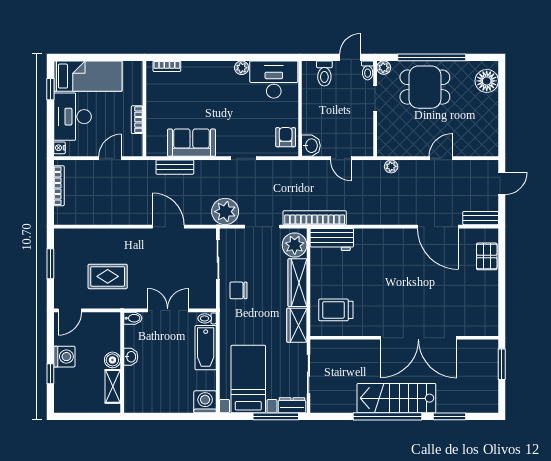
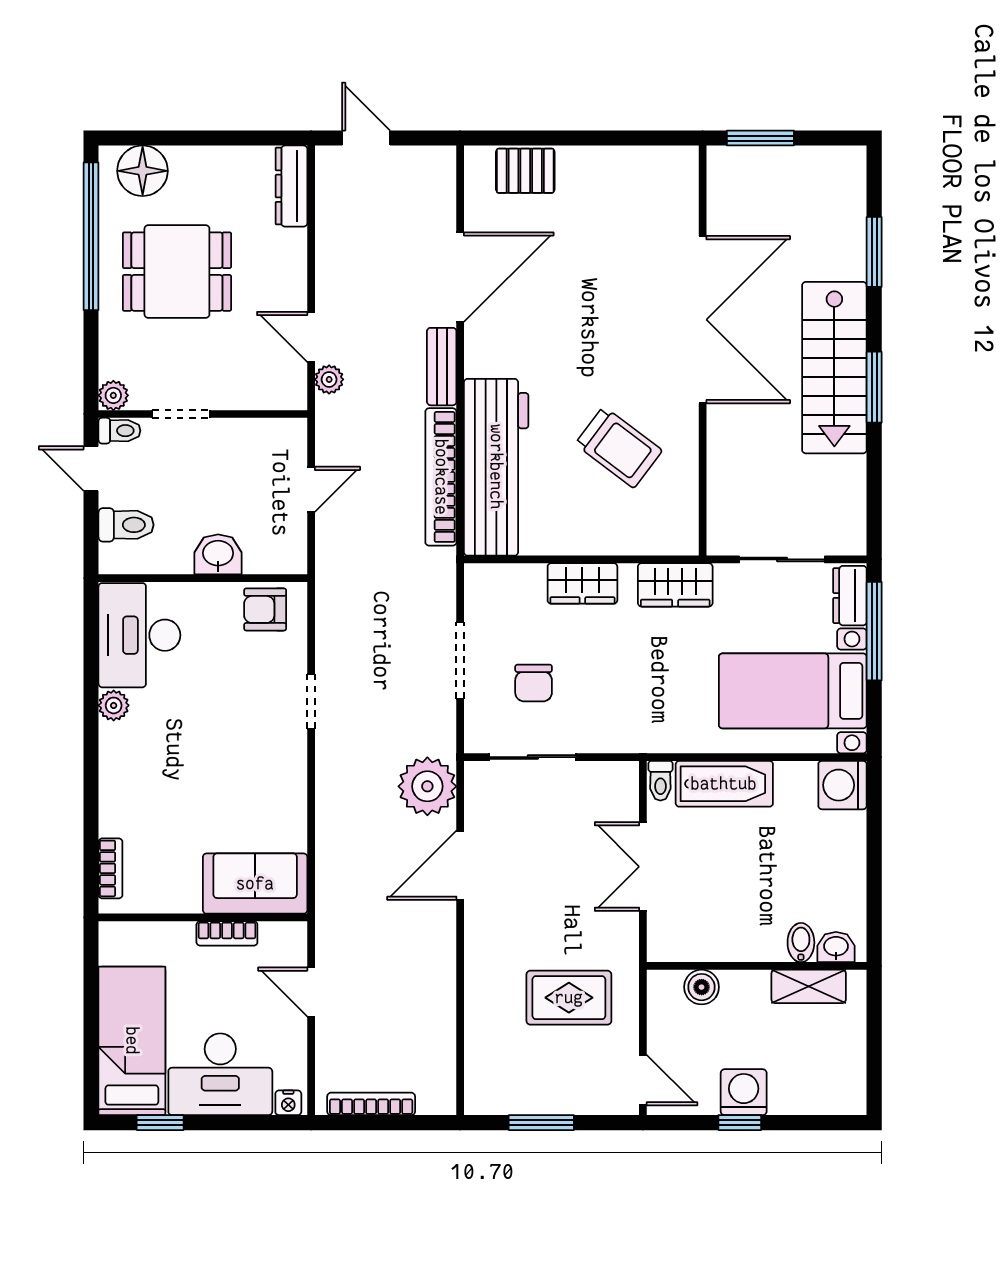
window: (432, 57) -> (91, 236), moved
dining table: (425, 87) -> (177, 272), moved, turned 90
sofa: (191, 143) -> (255, 884), moved, turned 90
washbasin: (311, 146) -> (218, 554), moved
dresser: (480, 149) -> (291, 186), added
door: (441, 158) -> (311, 337), moved
bench: (175, 167) -> (330, 851), removed
plant: (225, 212) -> (427, 786), moved
bookcase: (315, 218) -> (441, 477), moved
bench: (481, 218) -> (442, 367), moved
workbench: (332, 239) -> (496, 467), width x1.88, depth x1.32
plant: (295, 245) -> (500, 590), removed
rug: (108, 276) -> (569, 998), turned 90
wardrobe: (298, 283) -> (582, 583), width x0.67
chair: (239, 290) -> (534, 683), moved
trolley: (336, 310) -> (619, 447), moved, turned -53
bidet: (133, 318) -> (801, 943), moved
washbasin: (131, 357) -> (836, 947), moved
boiler: (112, 360) -> (702, 987), moved
window: (50, 374) -> (740, 1123), moved
window: (387, 416) -> (874, 387), width x0.47

